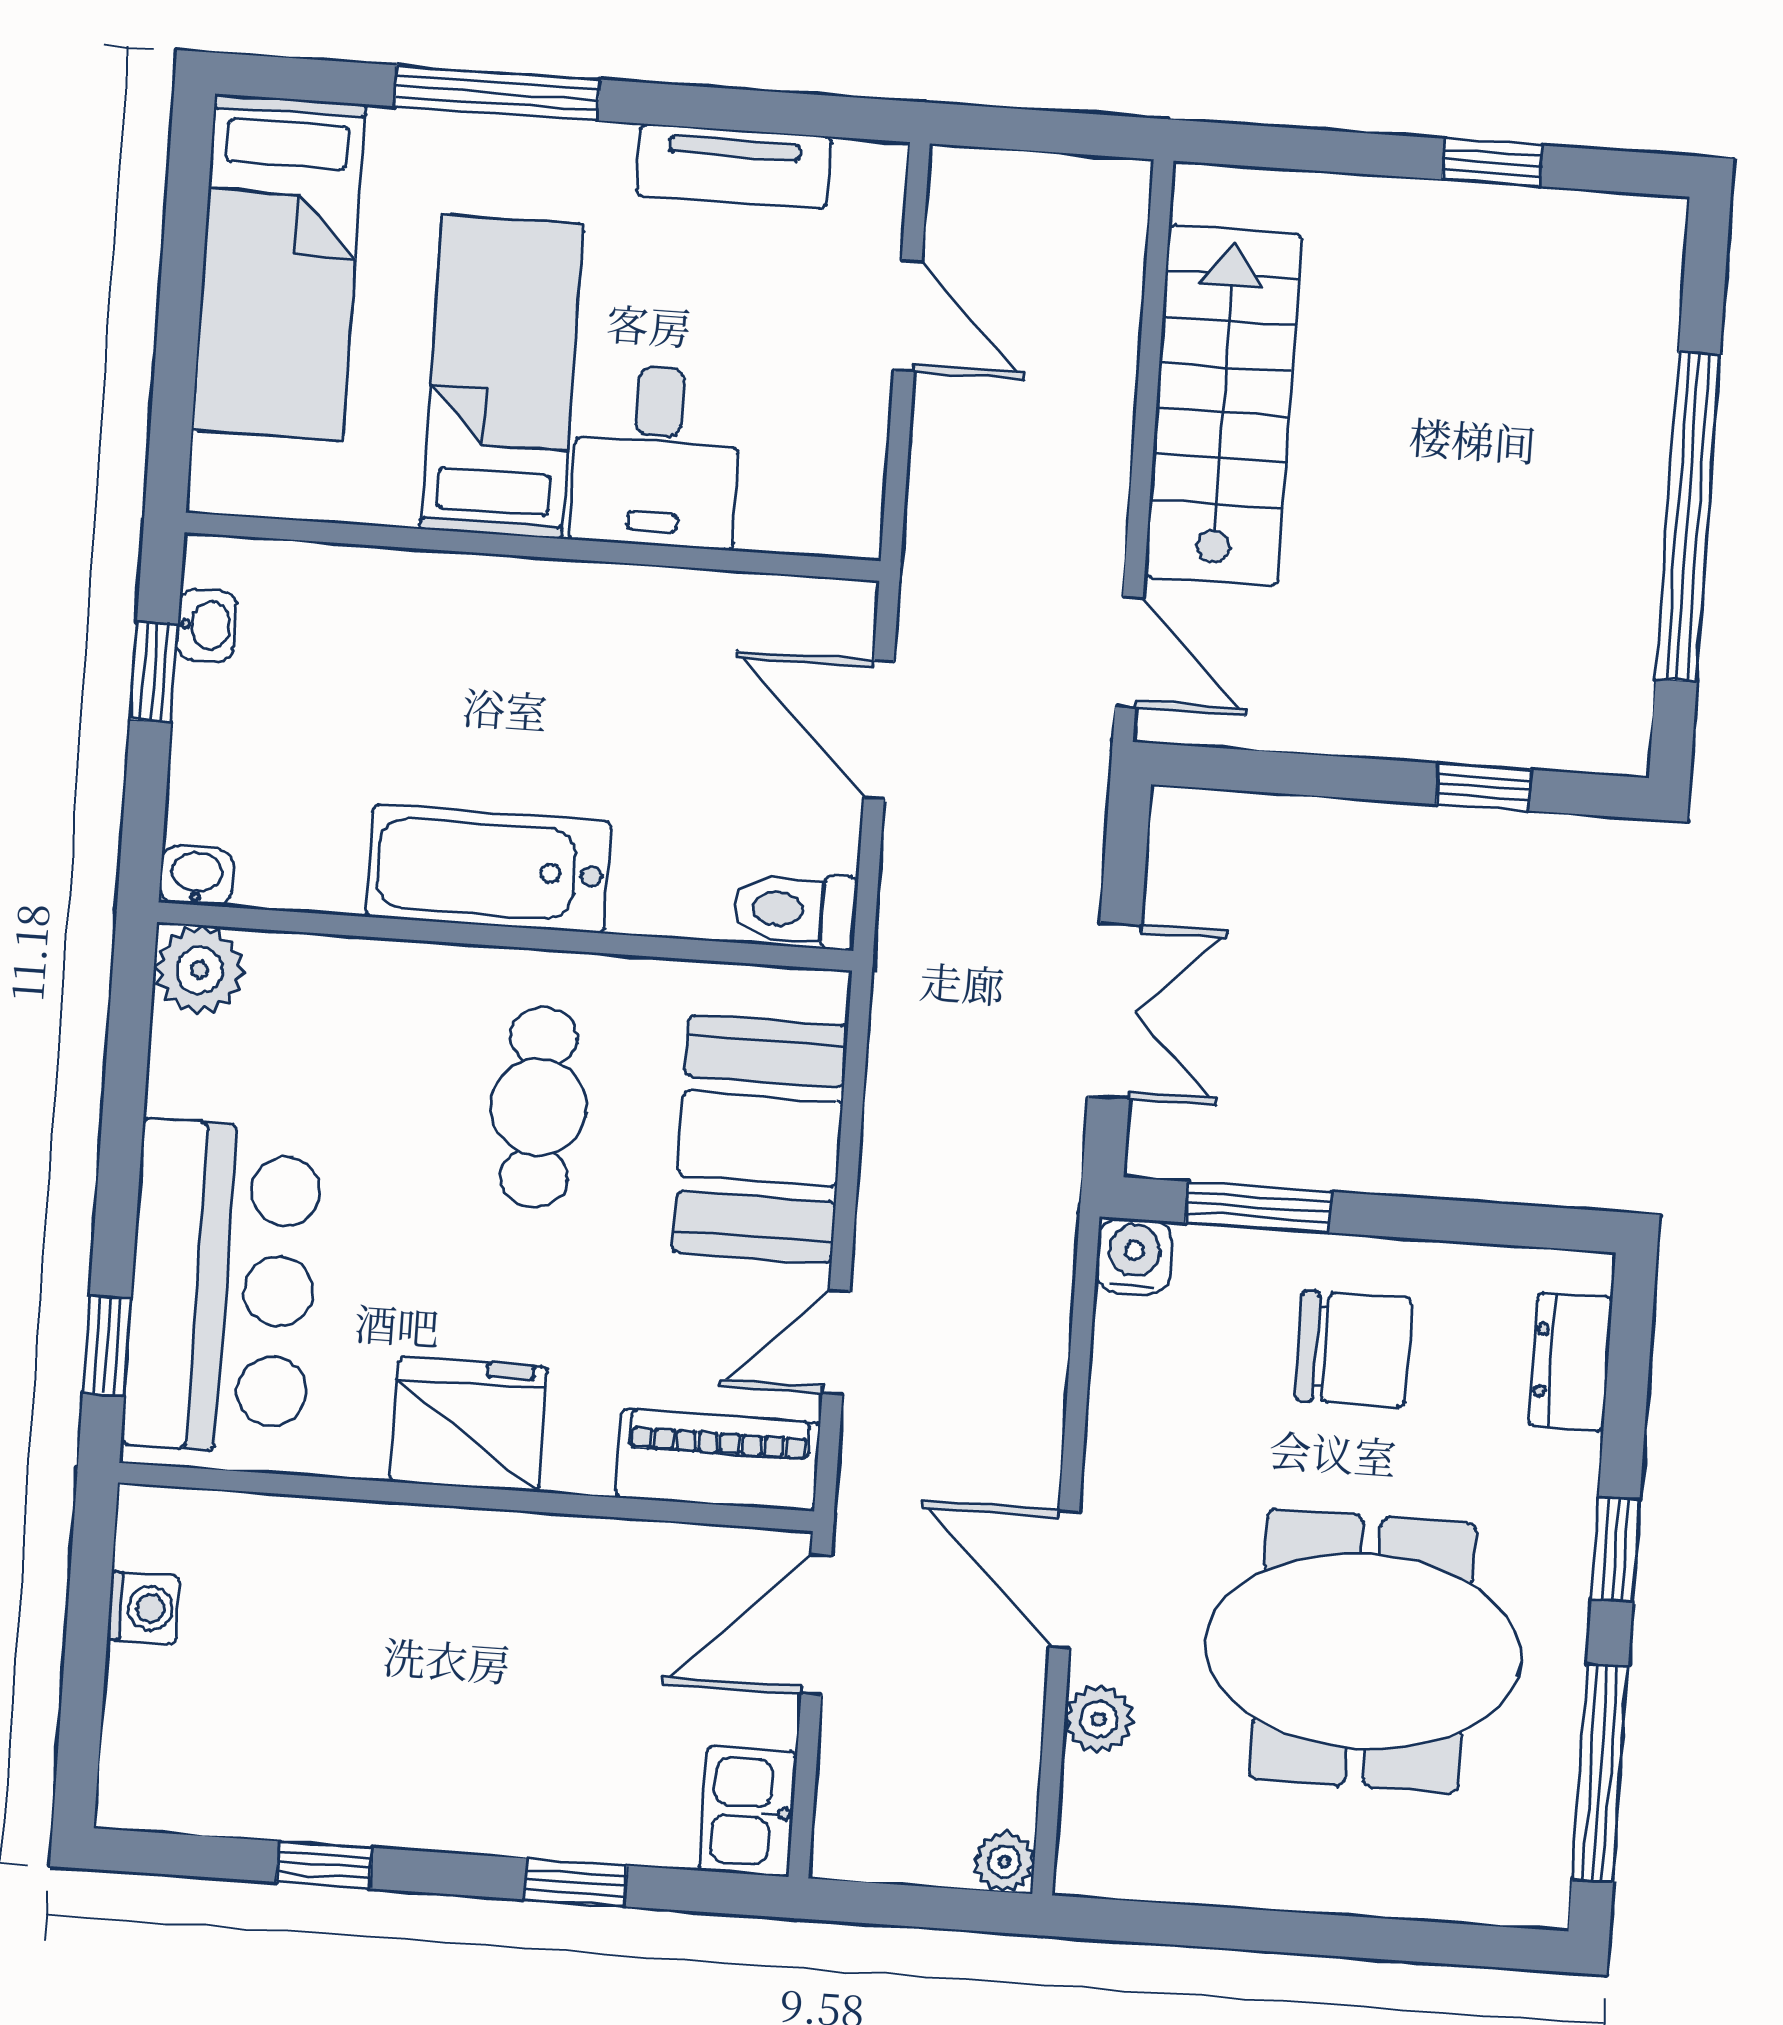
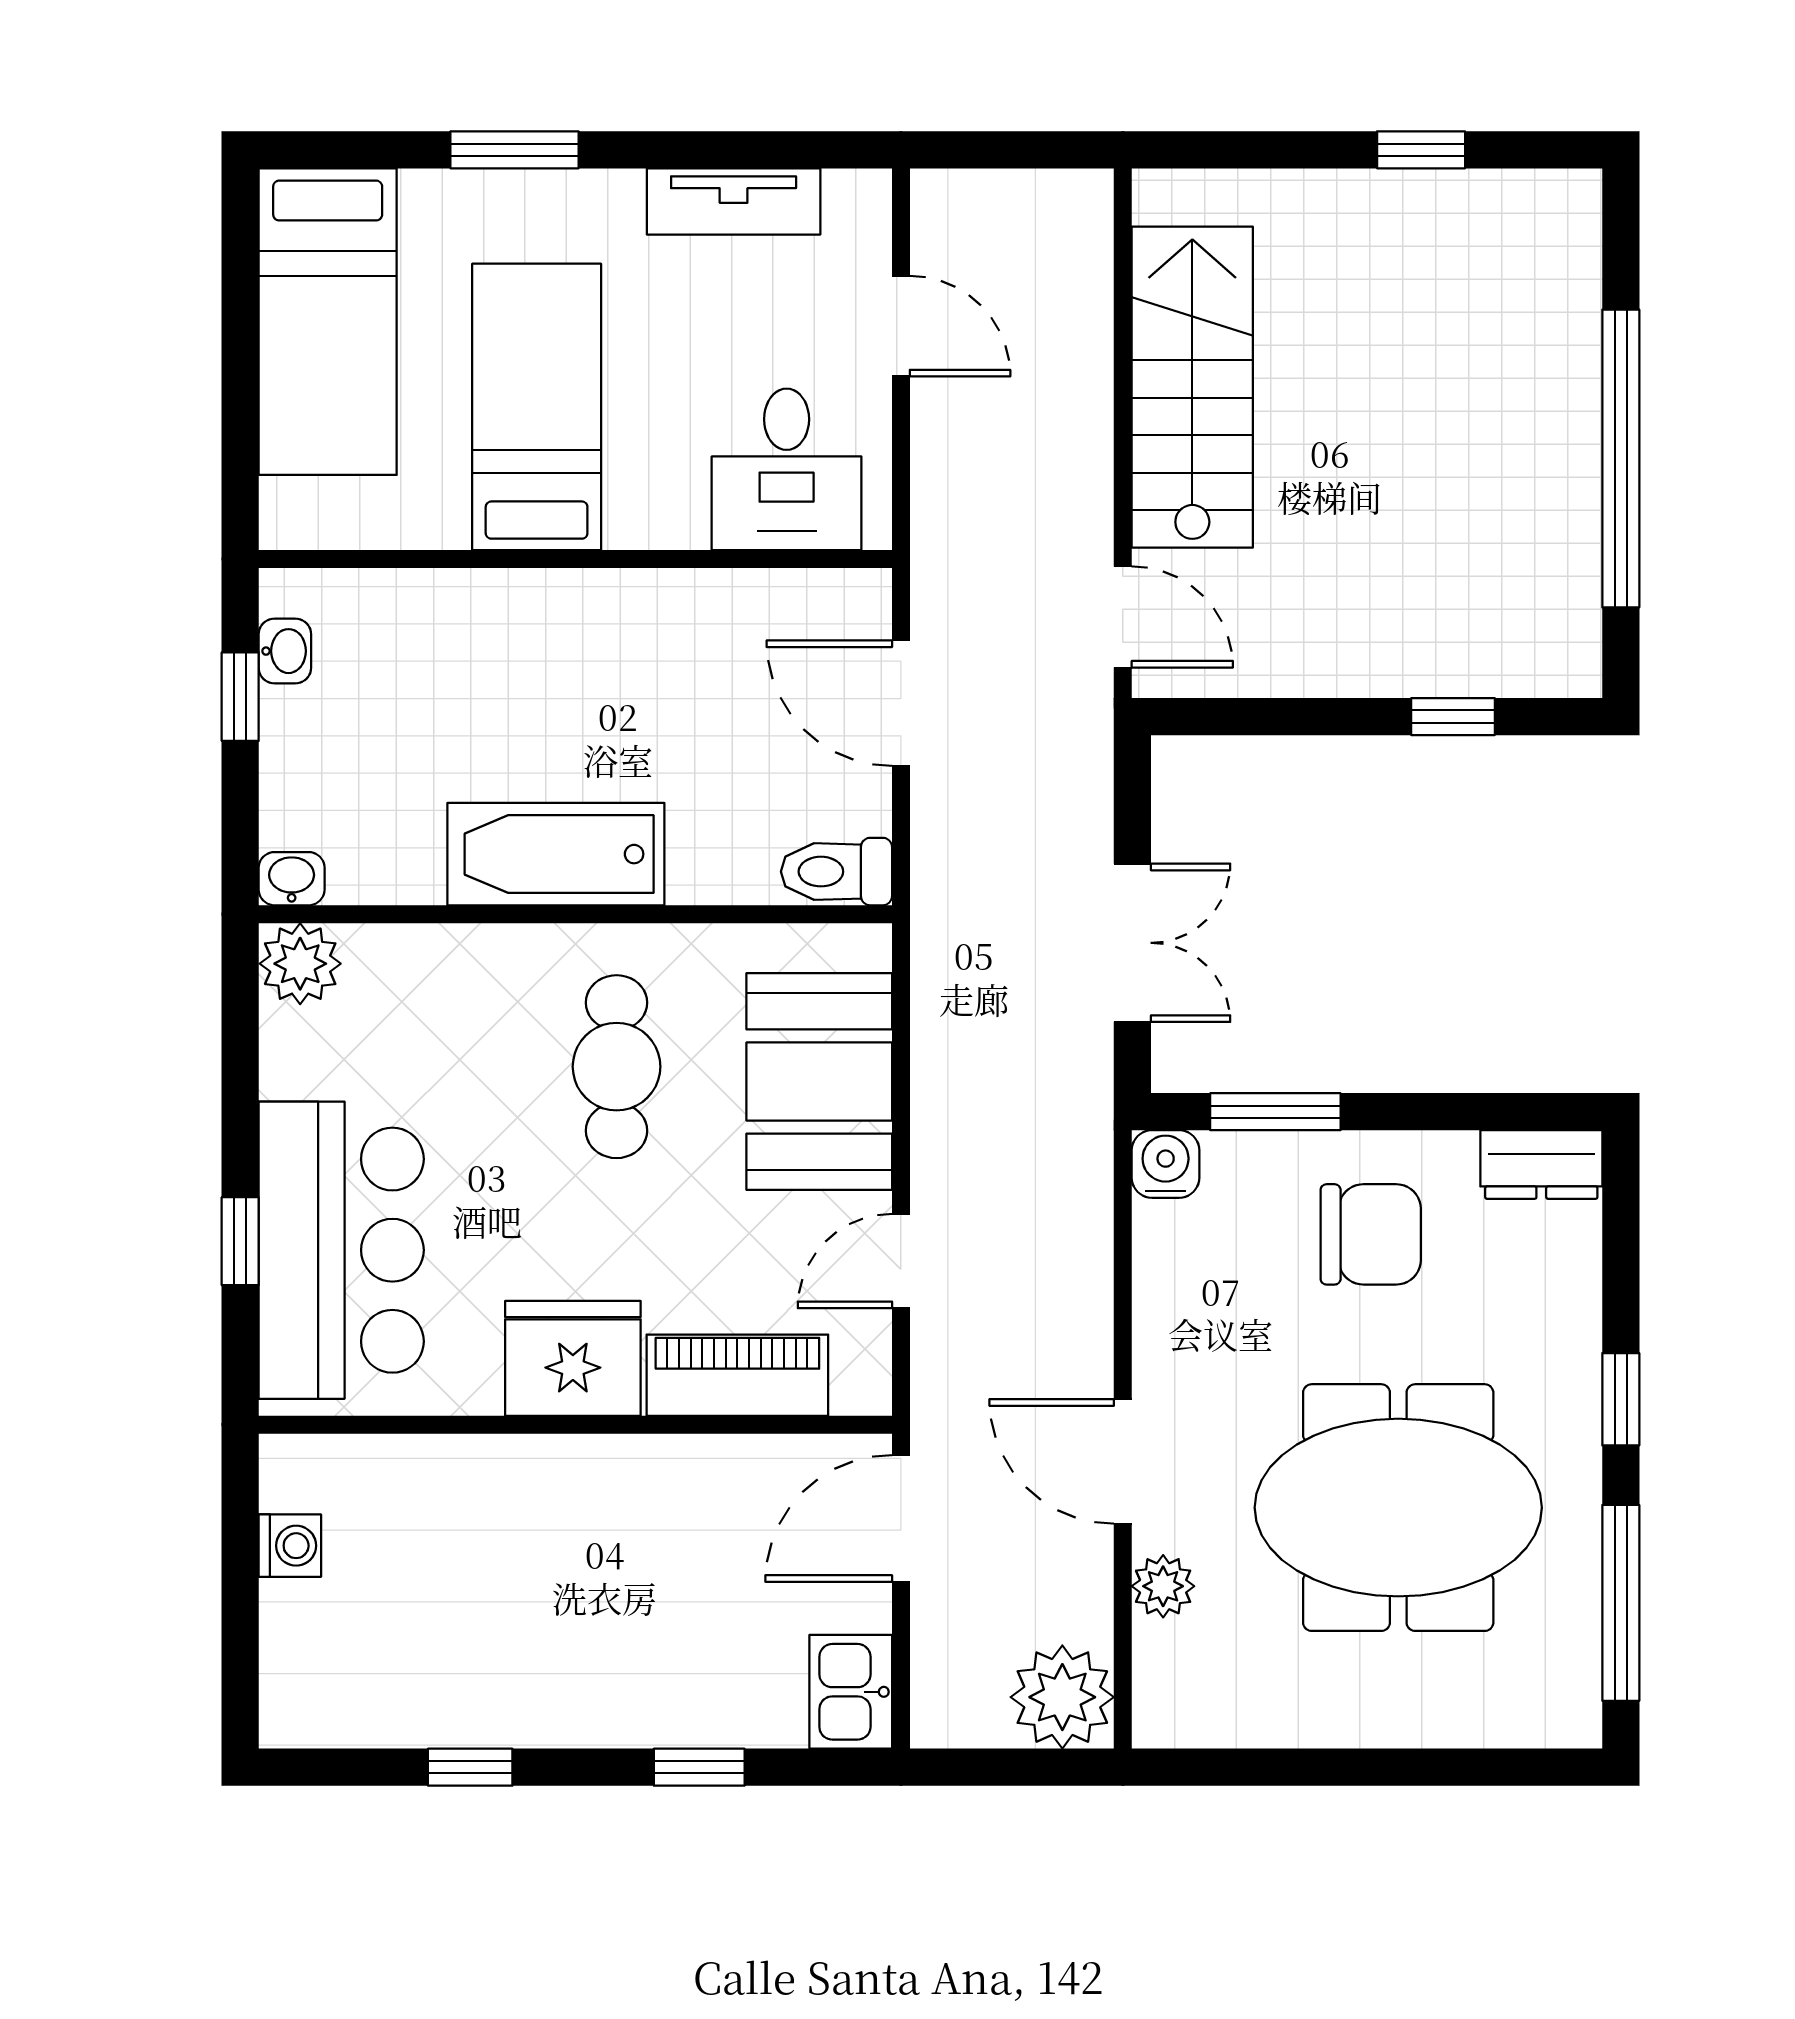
window: (497, 93) -> (514, 150), width x0.69
desk: (656, 456) -> (787, 469), moved
window: (107, 1346) -> (240, 1241), moved
dresser: (1570, 1362) -> (1541, 1165), moved, turned -90
piano: (718, 1460) -> (737, 1375), moved
plant: (1004, 1862) -> (1062, 1697), width x1.88, depth x1.88

